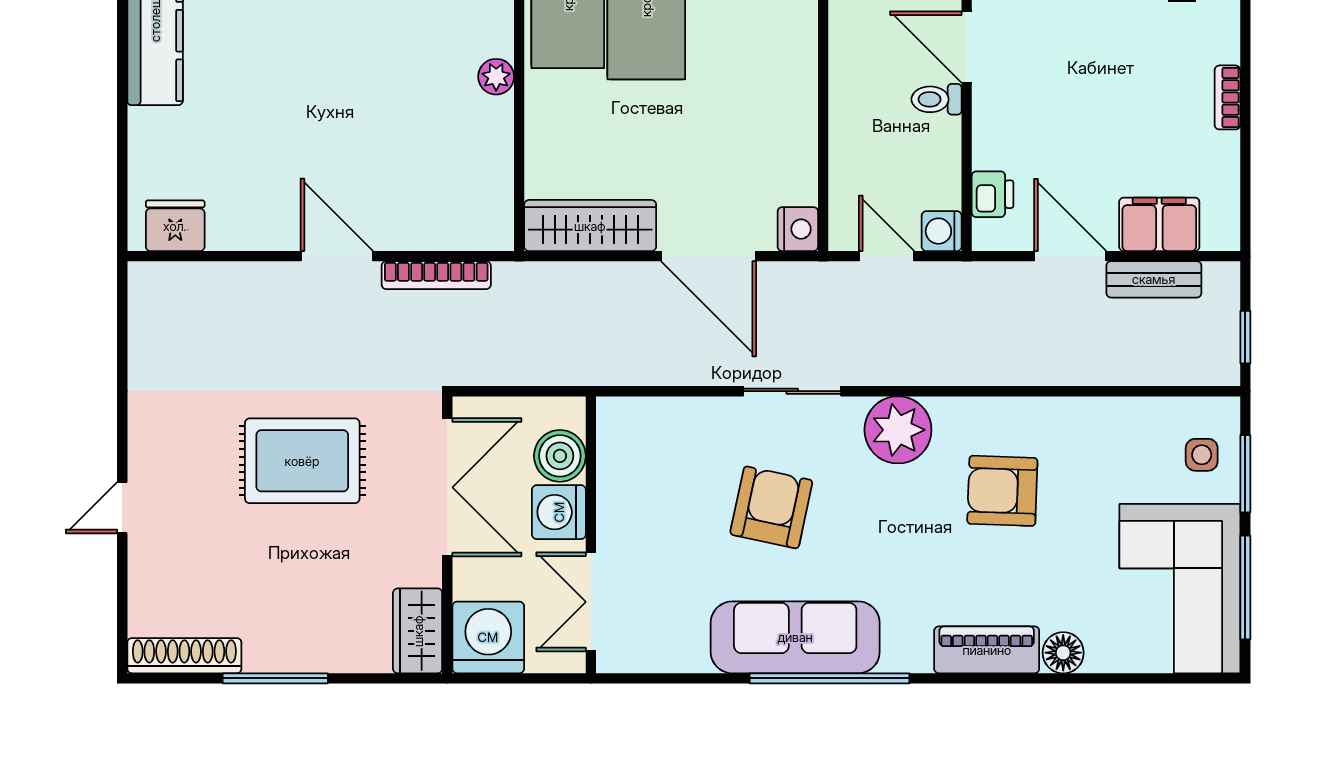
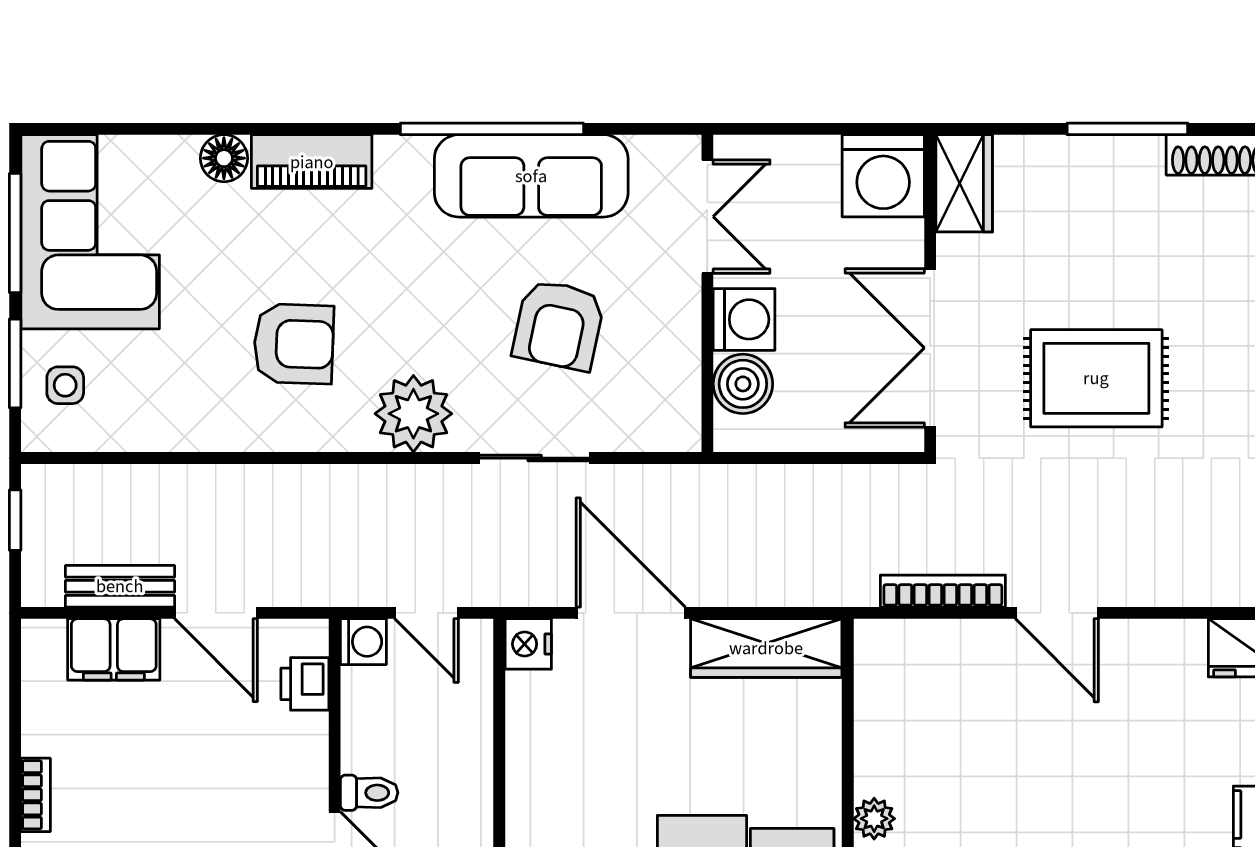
boiler: (560, 456) -> (743, 384), moved
washing machine: (559, 512) -> (744, 319), moved
wall: (591, 535) -> (707, 293), moved
double door: (591, 602) -> (707, 217), moved

